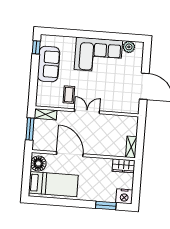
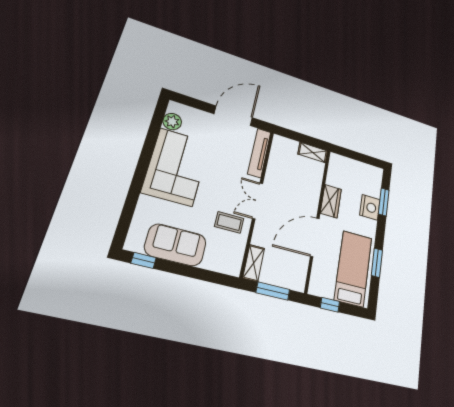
tv unit: (121, 108) -> (259, 153), added
floor lamp: (38, 163) -> (324, 286), removed
wardrobe: (124, 166) -> (331, 201), moved
window: (27, 169) -> (330, 305), added
nightstand: (124, 196) -> (370, 207), moved
window: (60, 202) -> (377, 263), added

